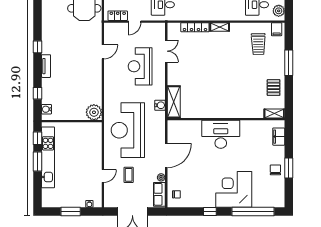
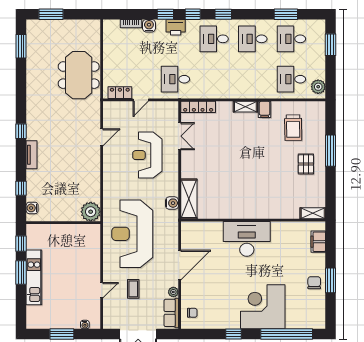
locker: (195, 27) -> (198, 107), moved
filing cabinet: (277, 29) -> (265, 109), moved
pallet: (274, 88) -> (306, 164), moved
kitchen unit: (48, 157) -> (34, 277), width x0.73

